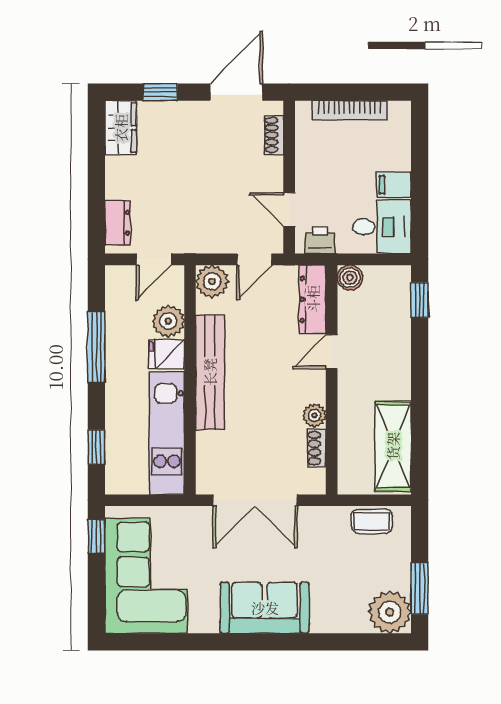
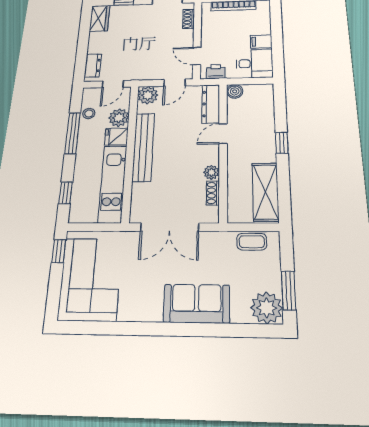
window: (420, 300) -> (282, 143), moved
stool: (119, 313) -> (89, 113), added
sofa: (265, 608) -> (197, 304), moved

